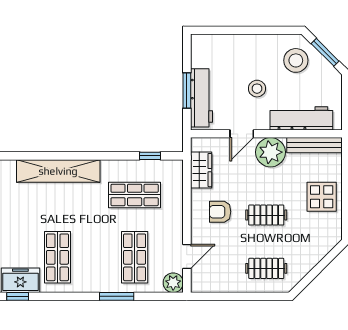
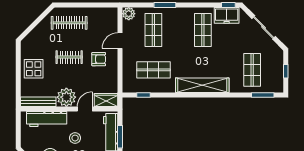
wardrobe: (201, 170) -> (106, 100), moved, turned 90
door: (187, 256) -> (120, 41), moved
clothes rail: (266, 268) -> (69, 23), width x1.36

